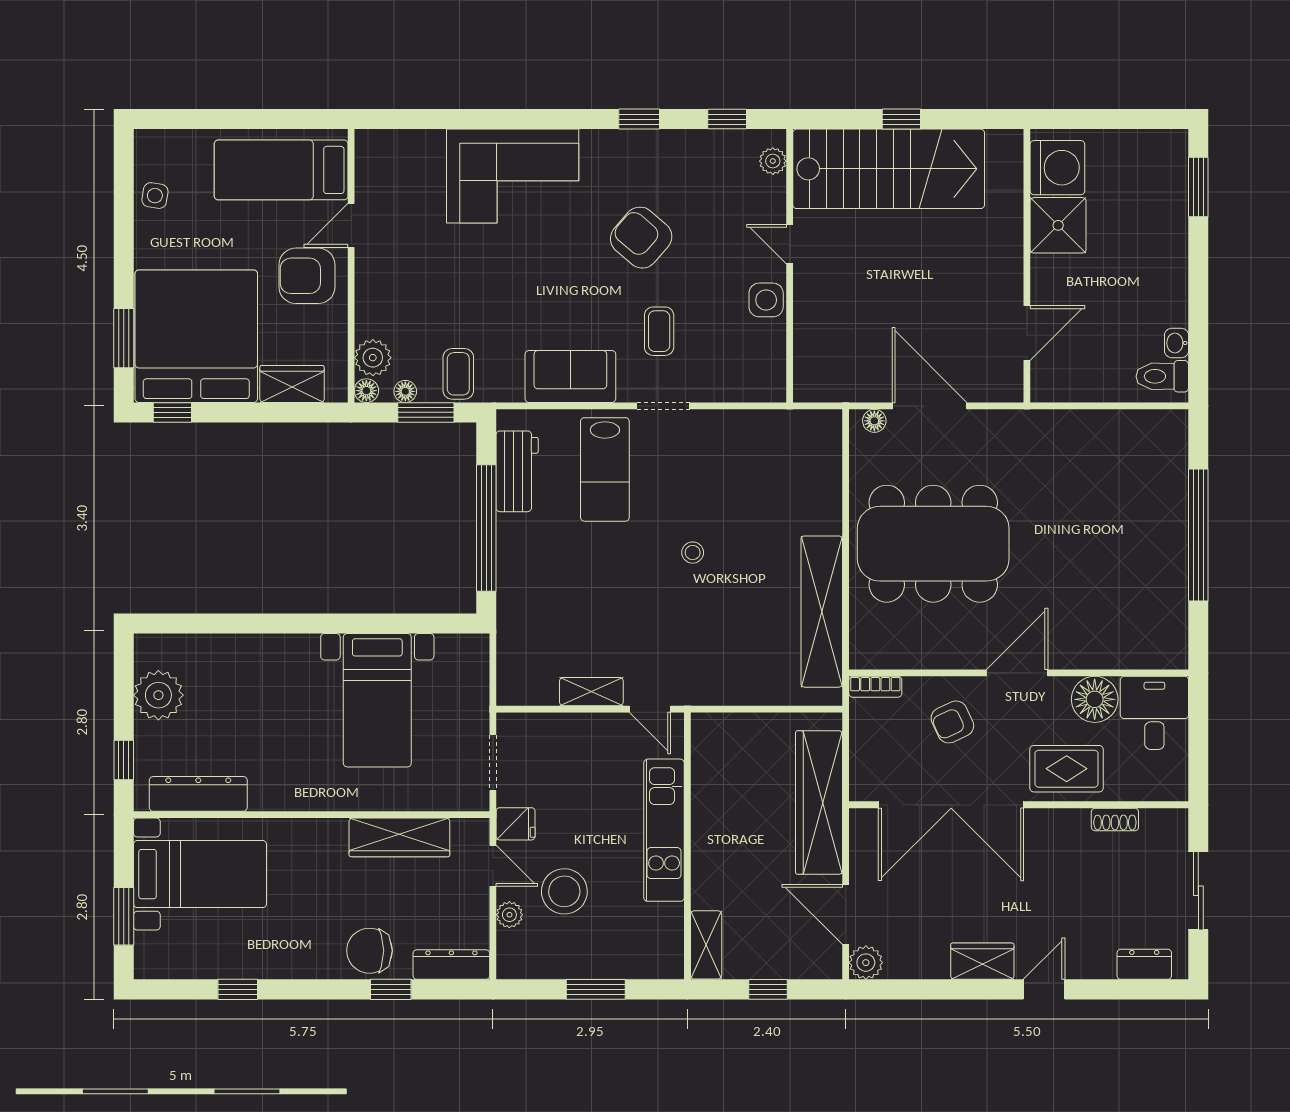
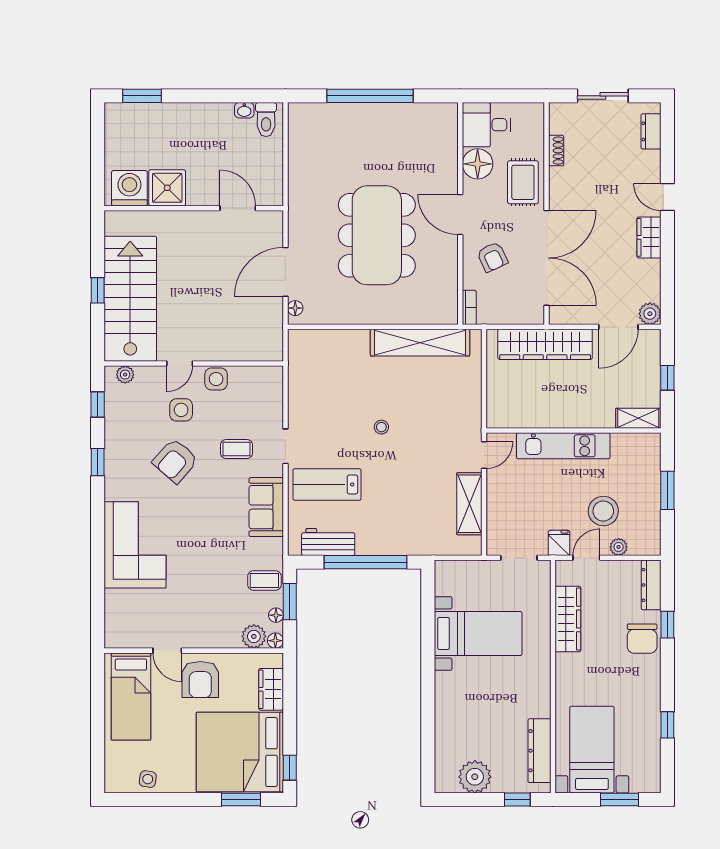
side table: (719, 246) -> (181, 410), added
lab bench: (605, 469) -> (327, 484), turned 180
dining table: (933, 544) -> (377, 235), moved
shelving: (591, 692) -> (469, 504), width x1.50, depth x1.33

